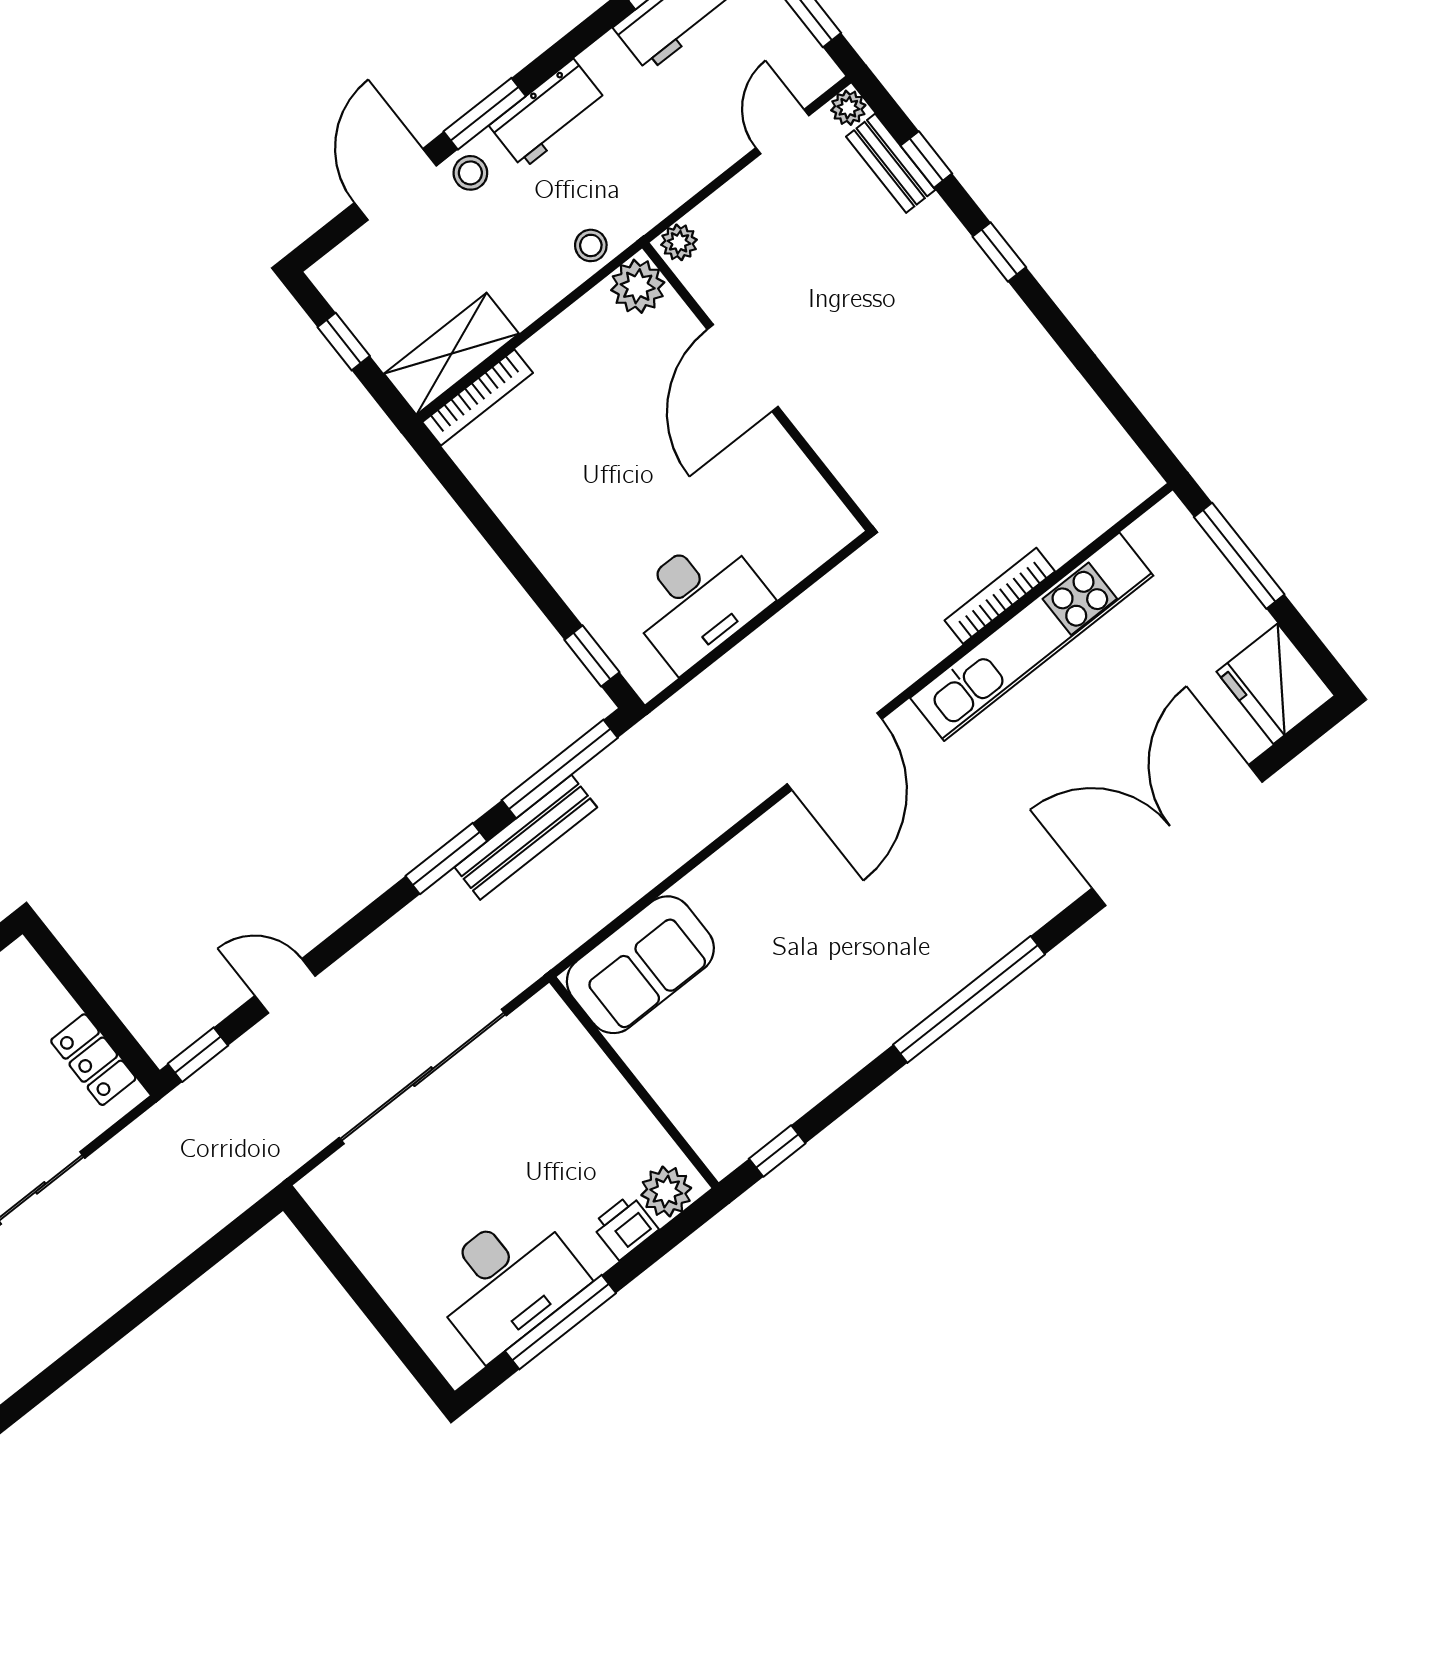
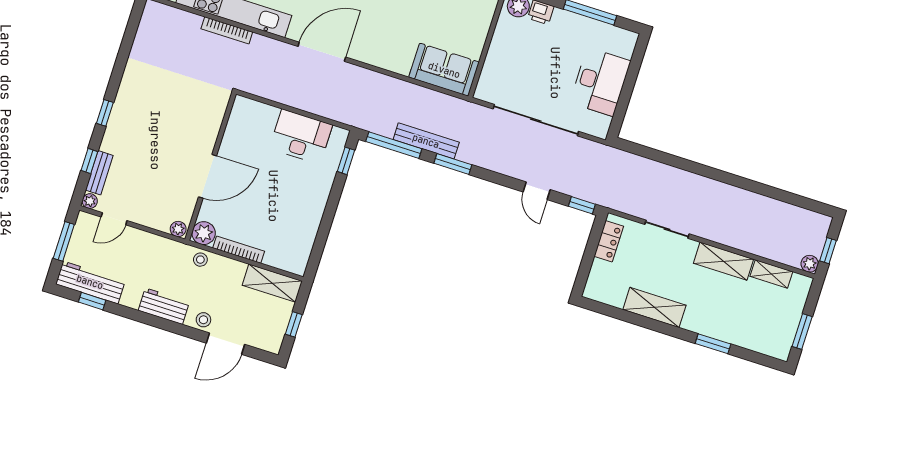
window: (485, 114) -> (179, 329), removed
bookcase: (478, 398) -> (239, 250), moved
desk: (506, 1281) -> (600, 82), moved, turned 90

